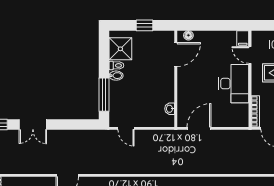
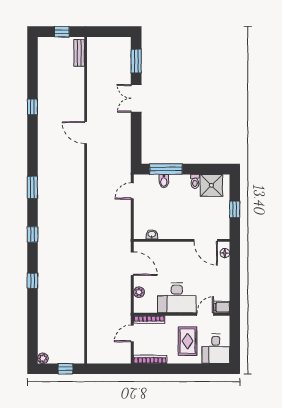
bidet: (116, 76) -> (164, 181), moved
plant: (228, 122) -> (139, 292), added

